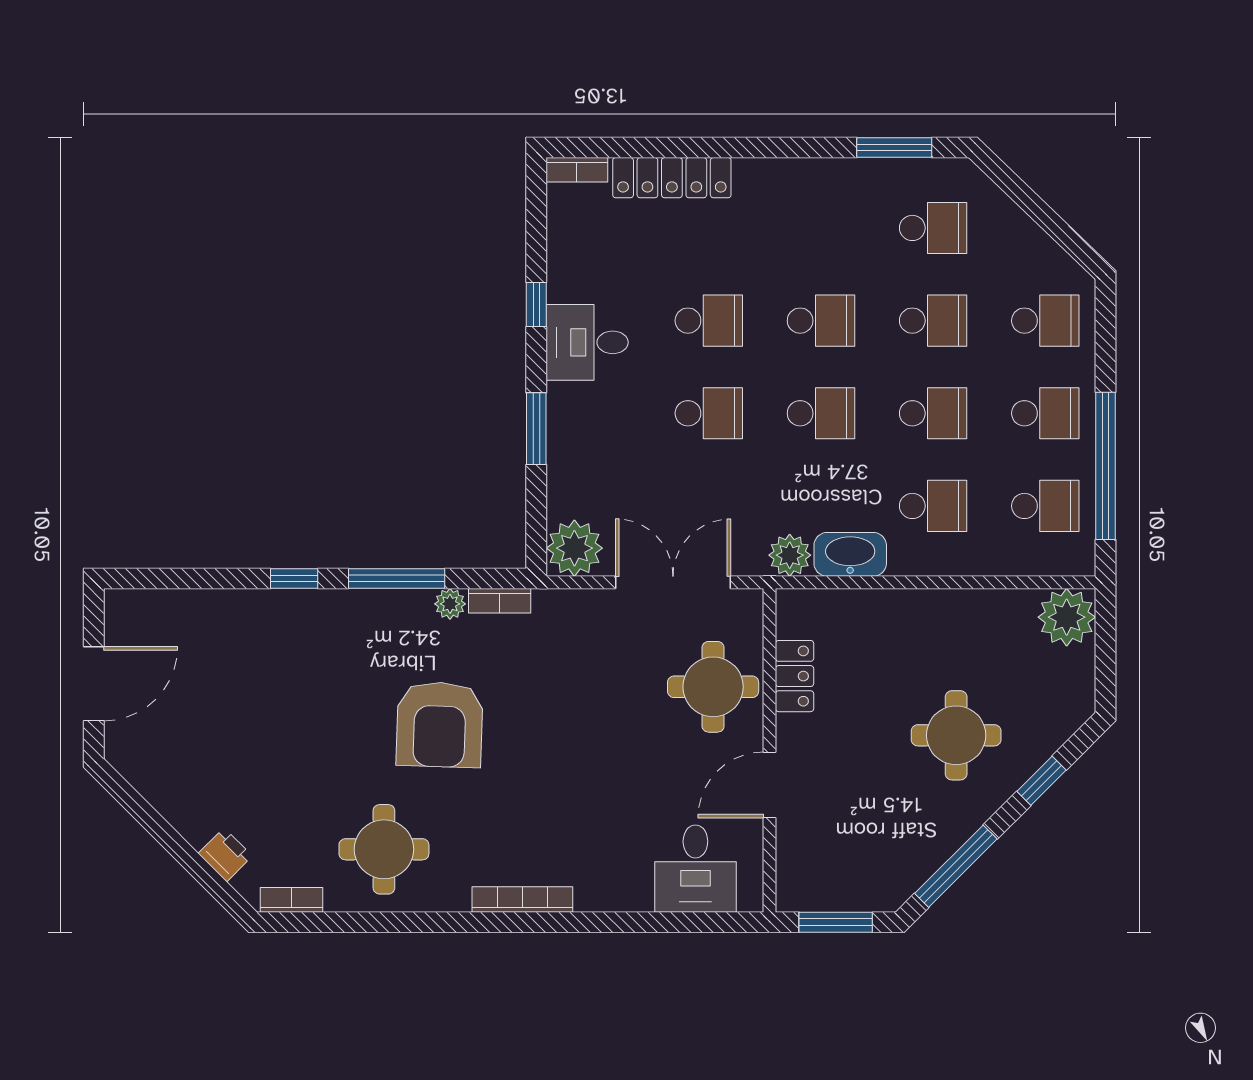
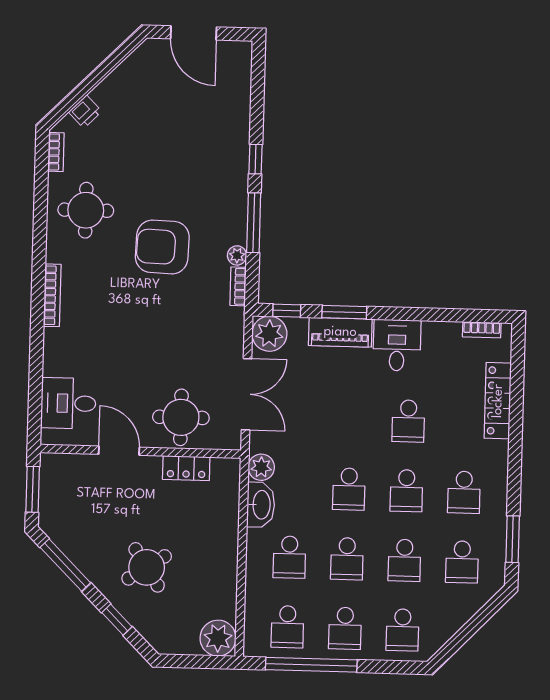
bookcase: (577, 170) -> (482, 330), moved, turned -90
window: (536, 304) -> (287, 311), moved
school desk: (709, 413) -> (464, 492), moved
piano: (569, 434) -> (340, 332), added
round table: (956, 735) -> (147, 567), turned -33

